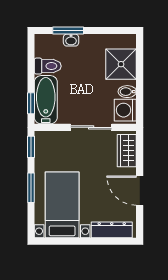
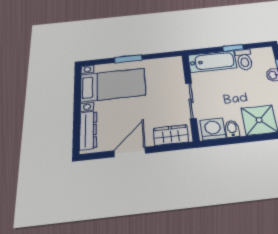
window: (31, 103) -> (233, 48), moved
window: (31, 147) -> (167, 55), removed

